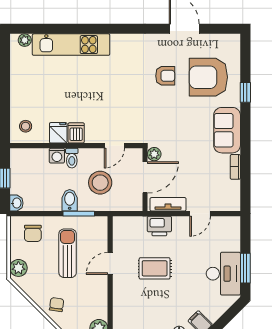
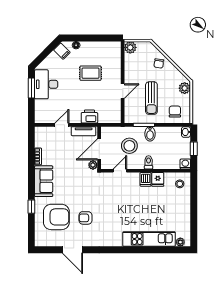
washing machine: (57, 156) -> (185, 164), moved
rug: (155, 268) -> (91, 73), moved

